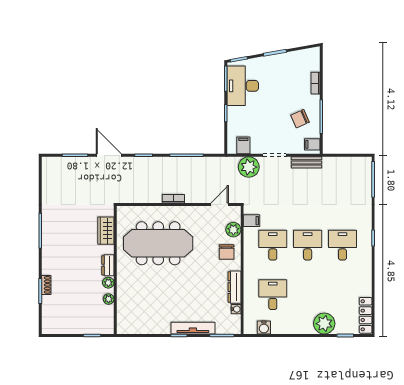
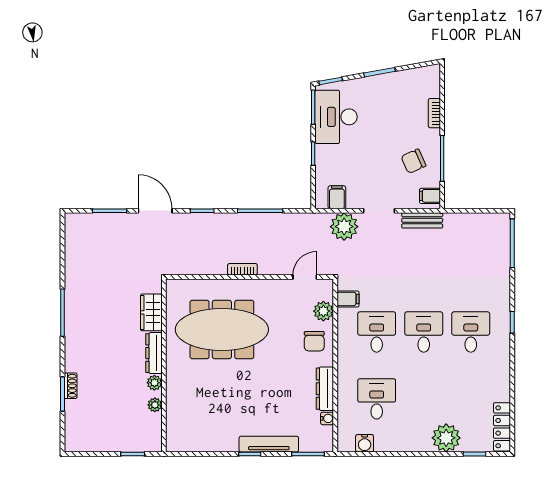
dresser: (108, 265) -> (154, 353), width x1.44

